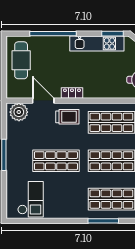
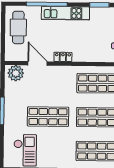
kitchen unit: (97, 44) -> (65, 13), moved
trolley: (67, 117) -> (59, 78), removed

